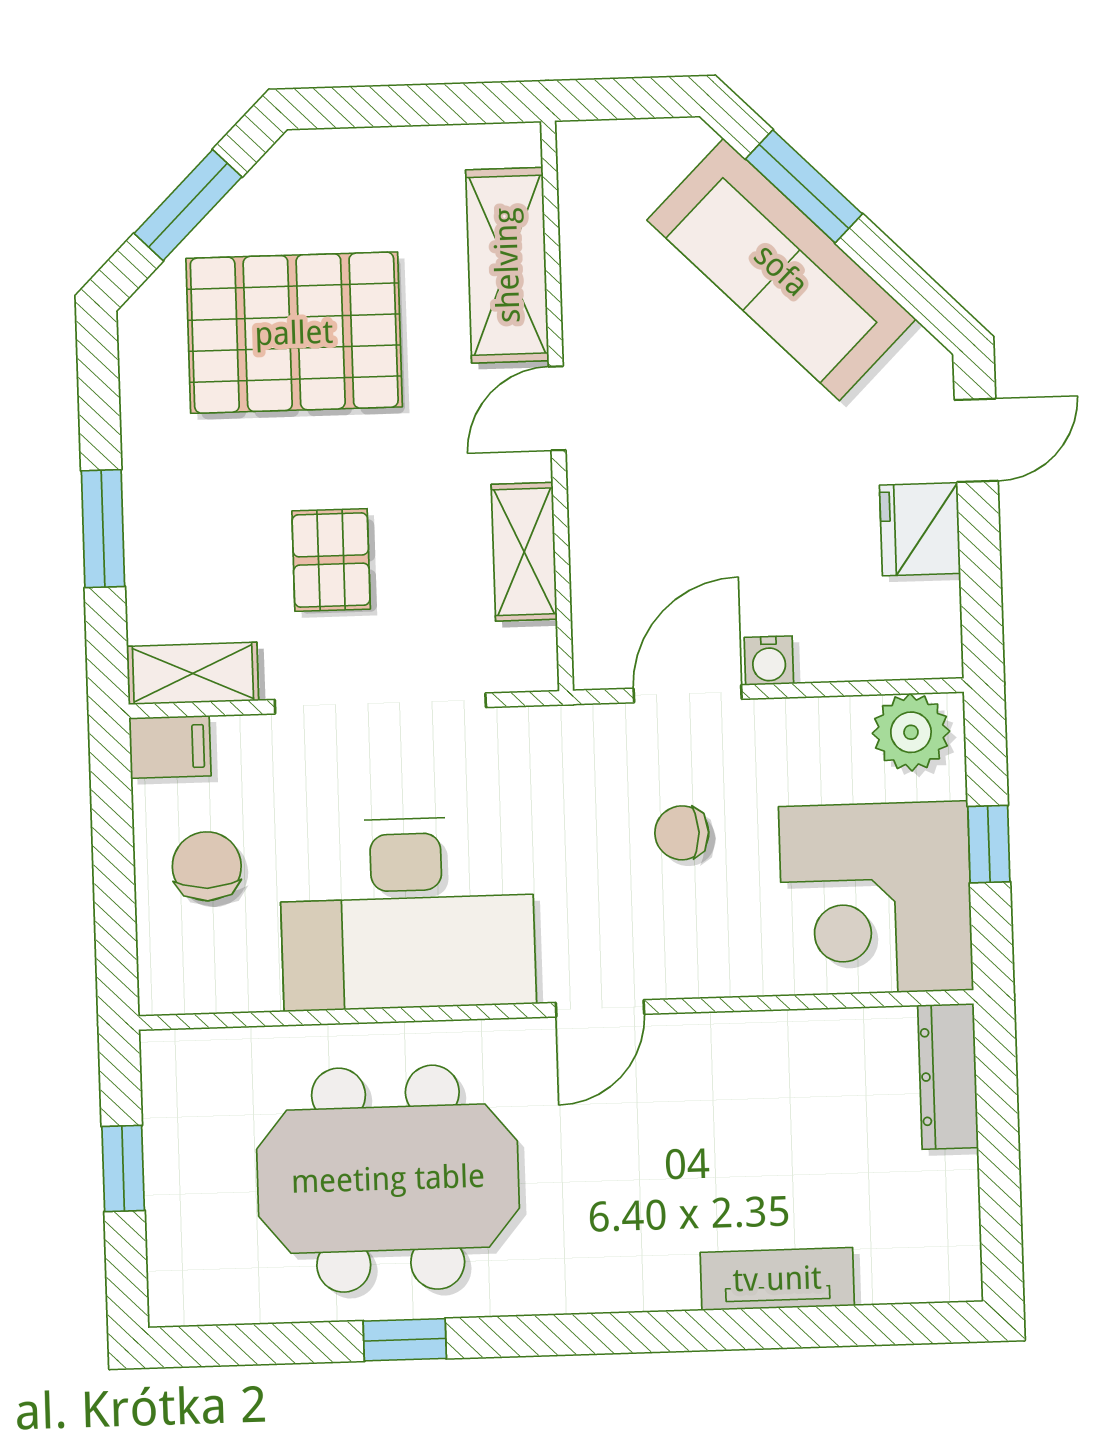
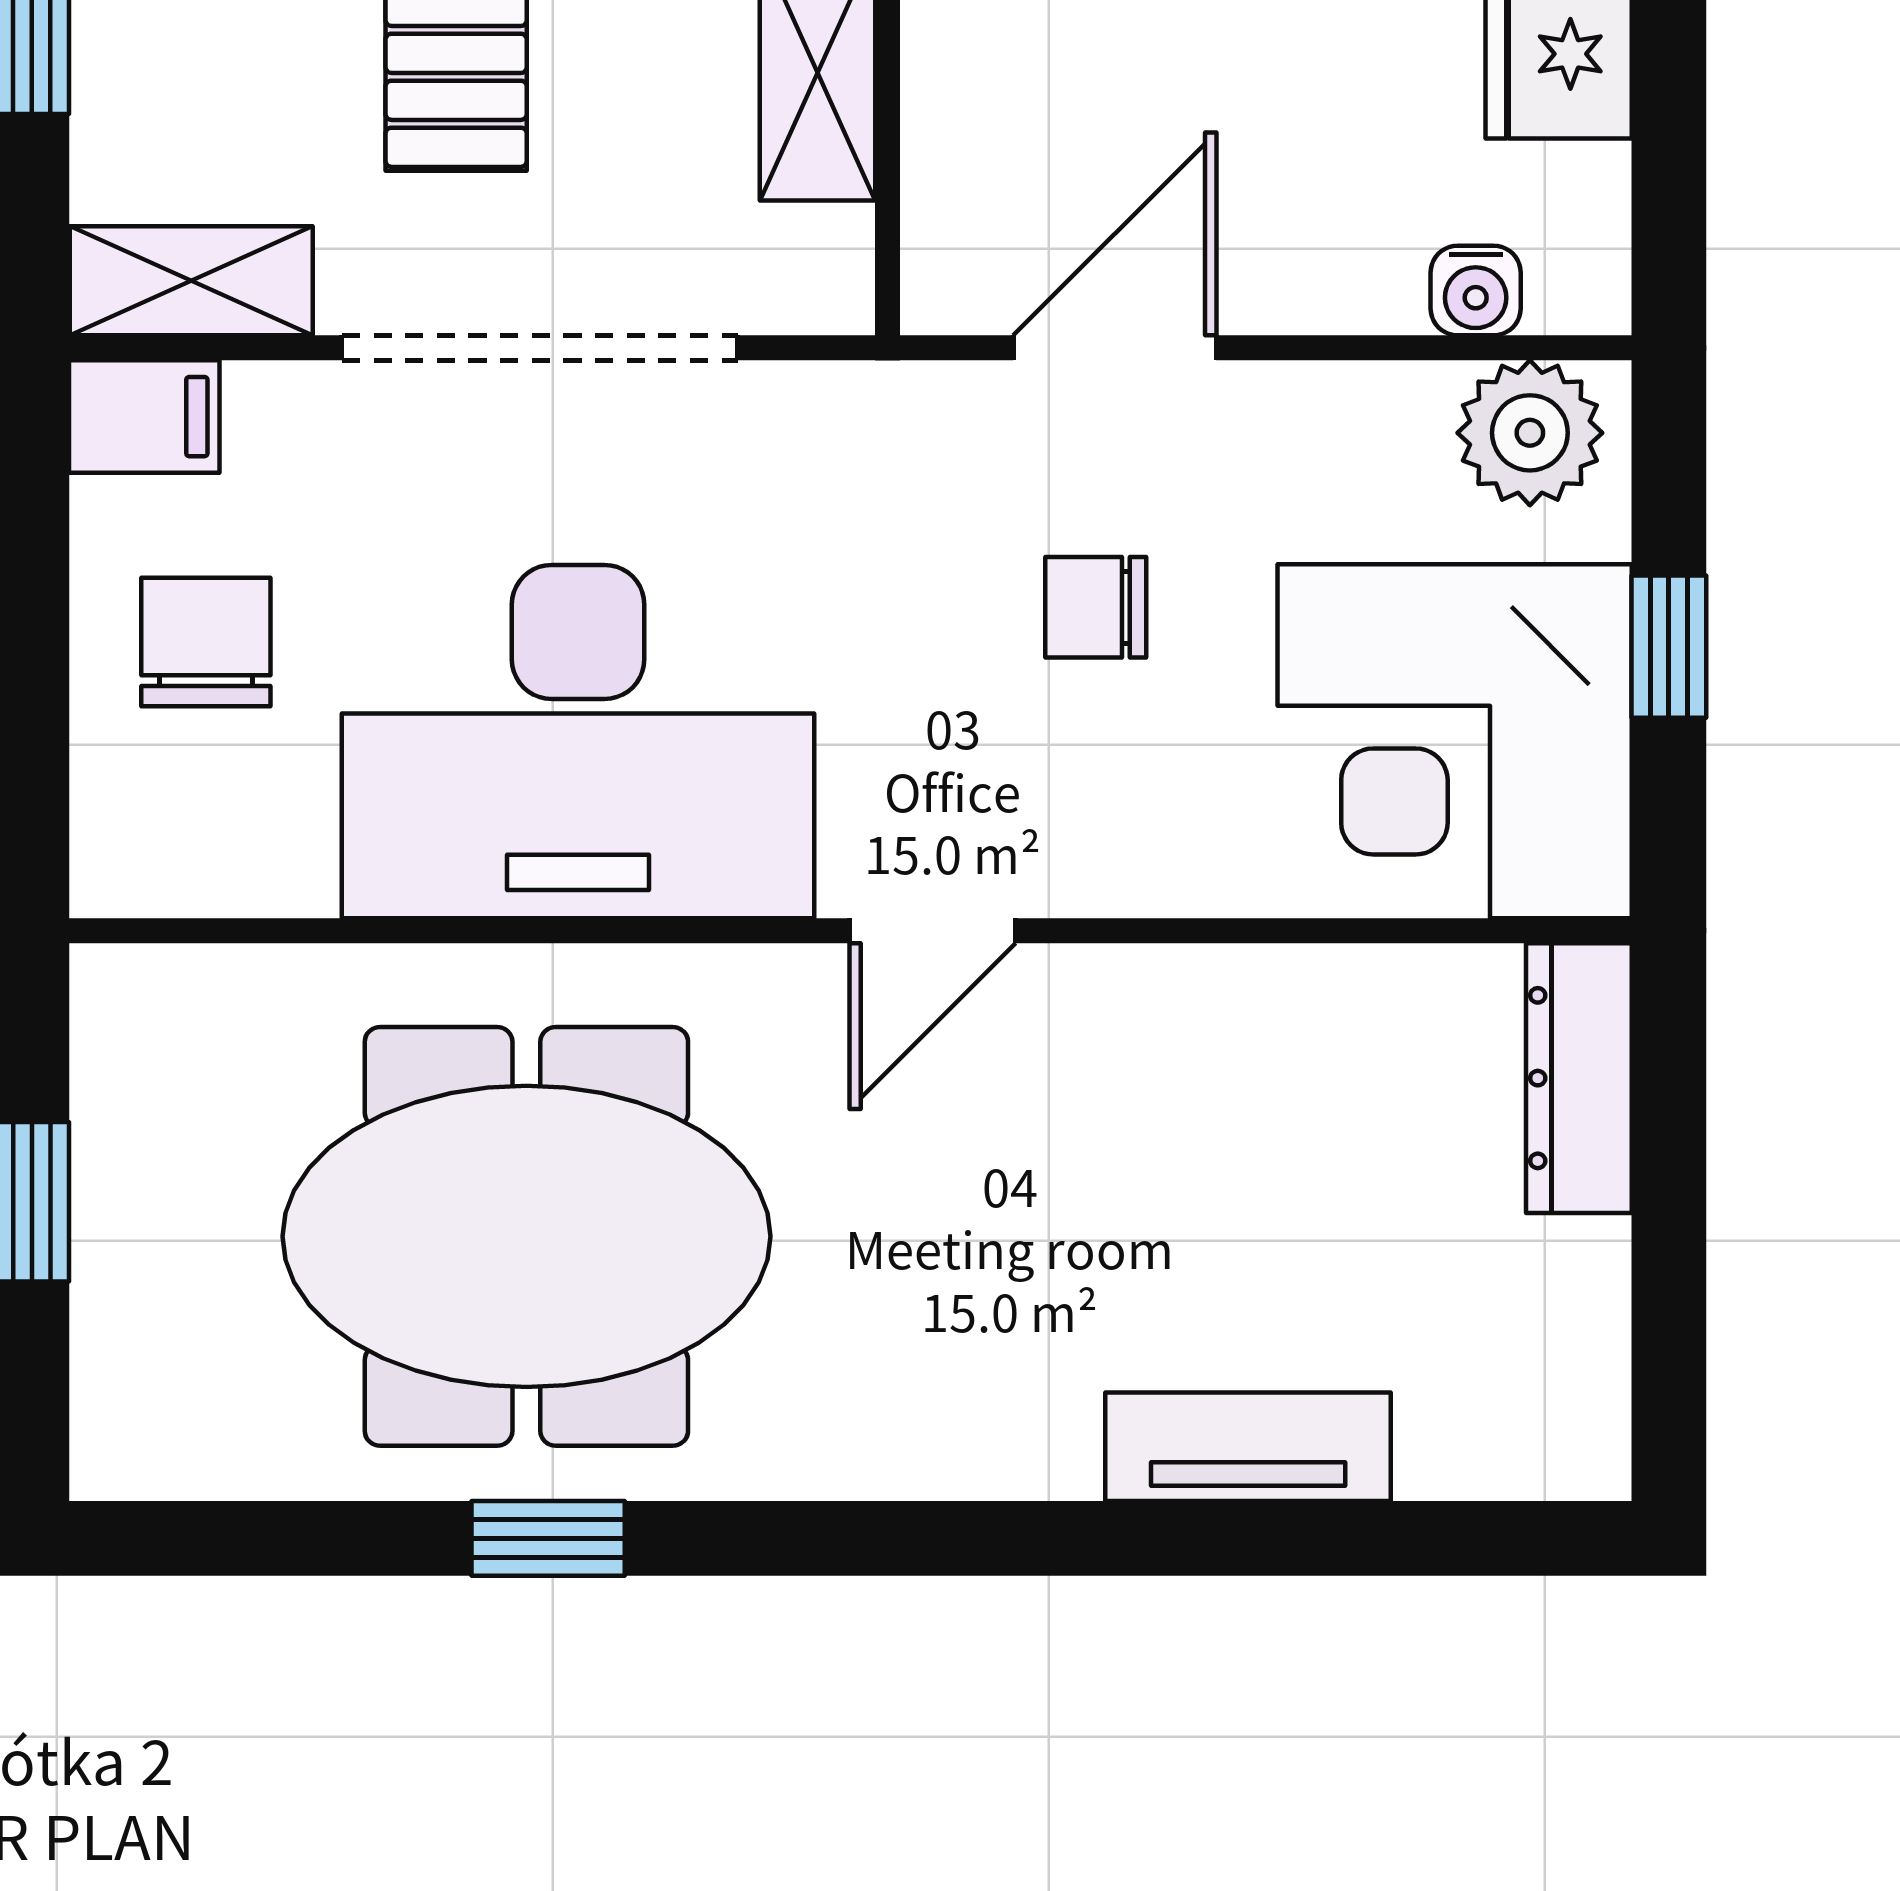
water cooler: (769, 661) -> (1476, 290), moved

